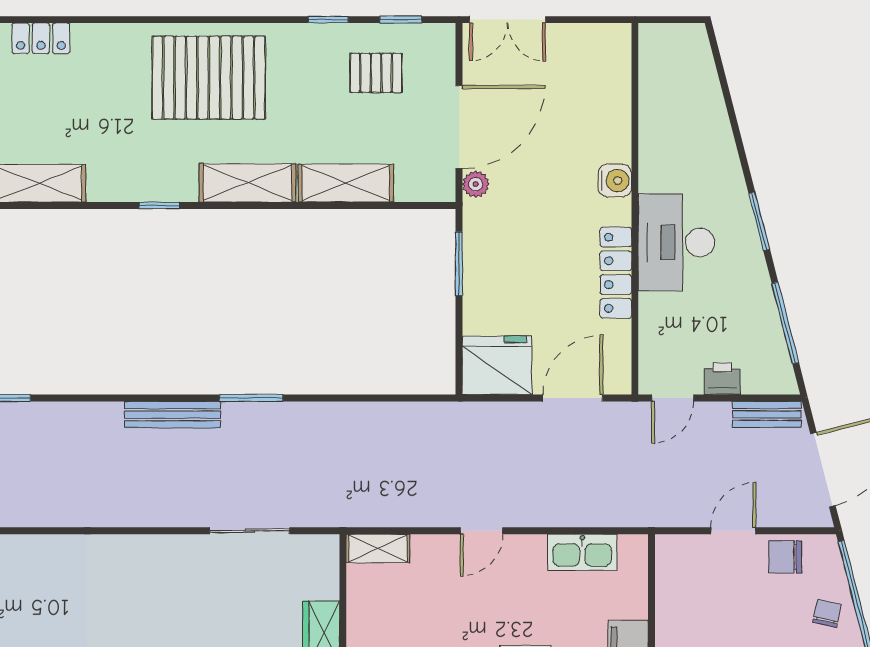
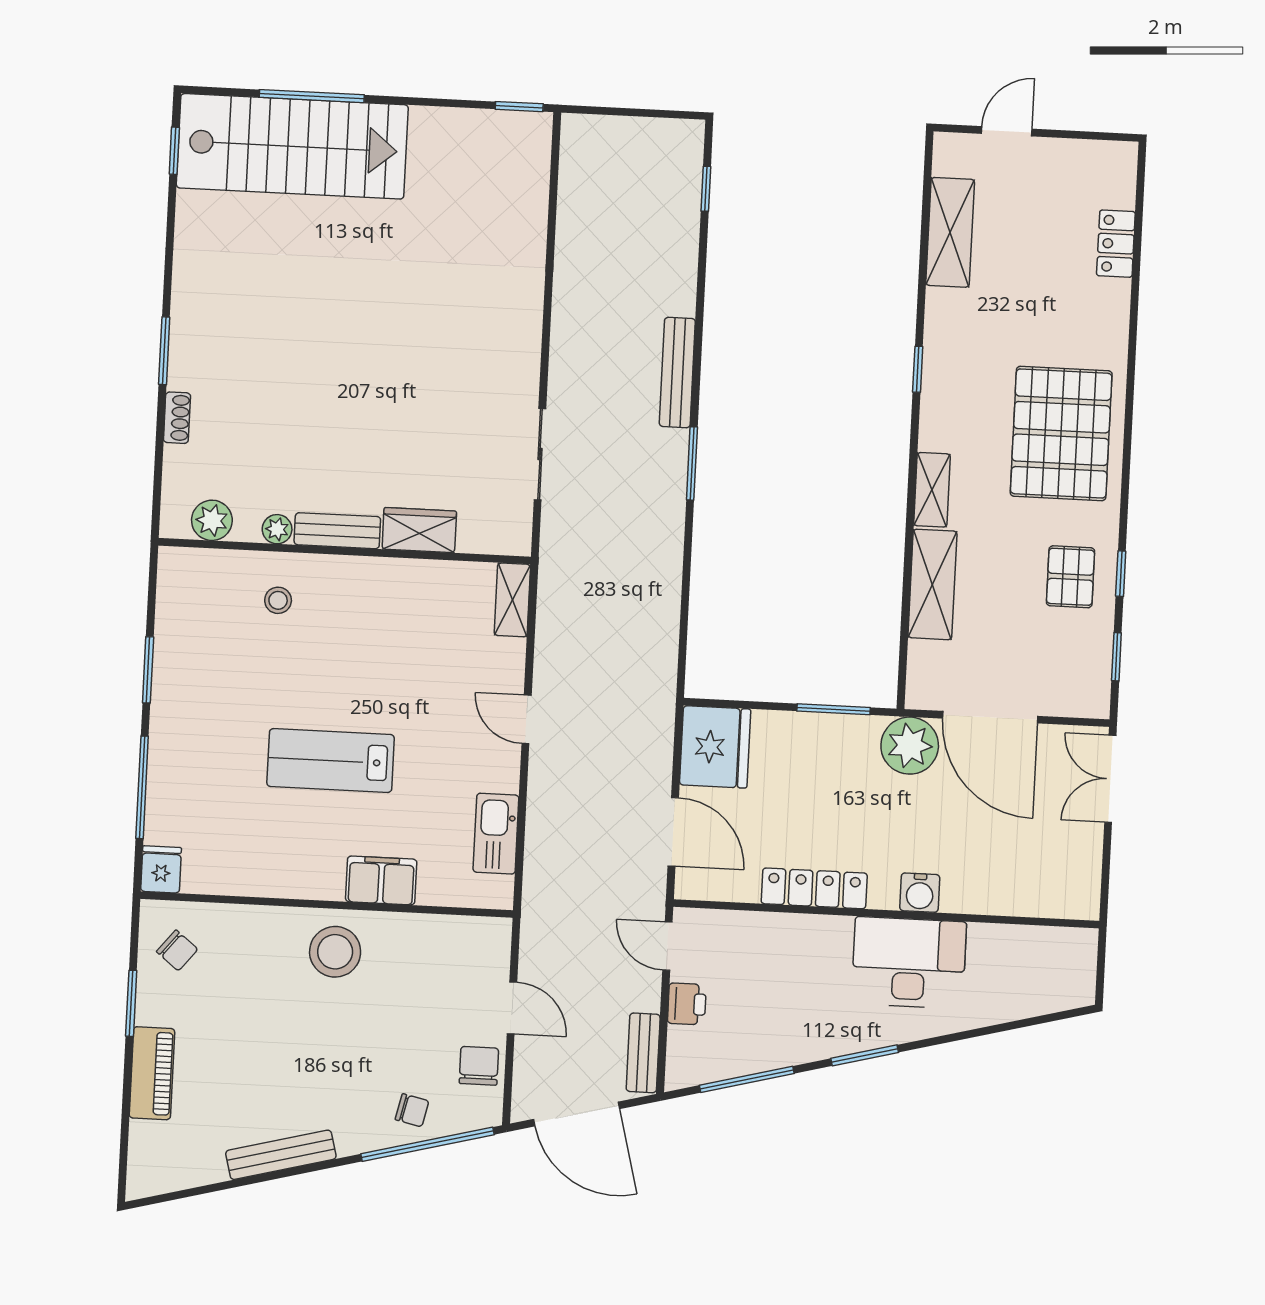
pallet: (376, 73) -> (1070, 577), moved
shelving: (247, 183) -> (932, 490), width x0.67, depth x0.75
plant: (476, 184) -> (910, 746), width x1.87, depth x1.87
desk: (676, 242) -> (909, 963), moved

